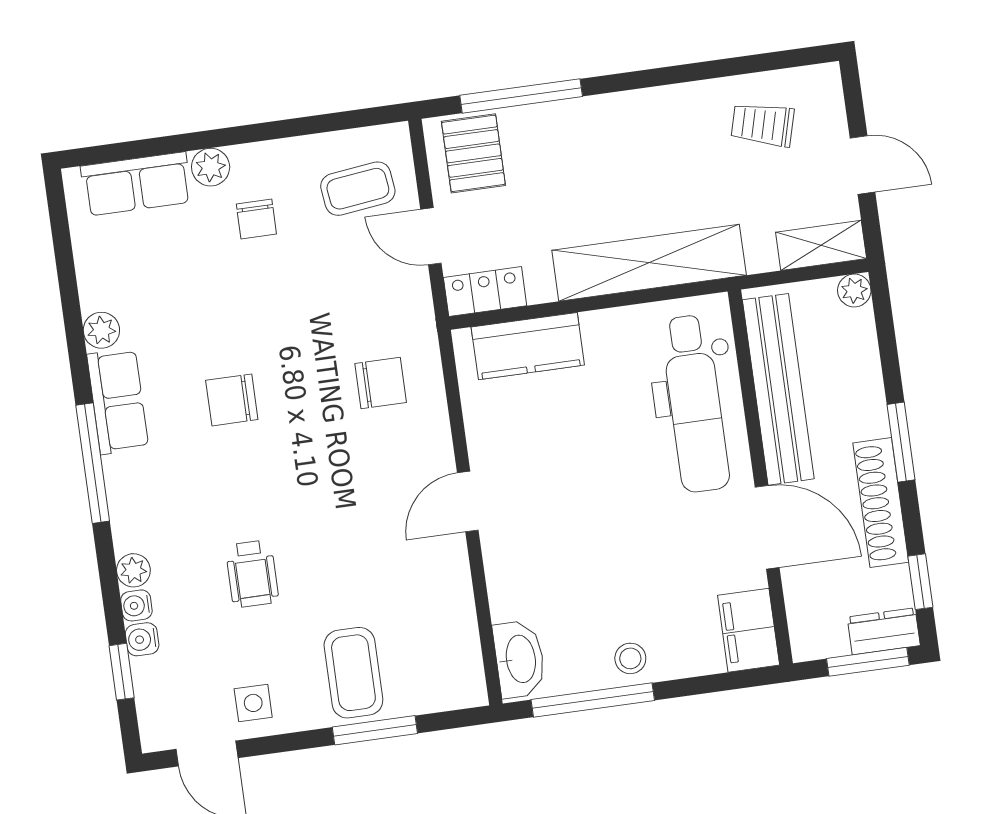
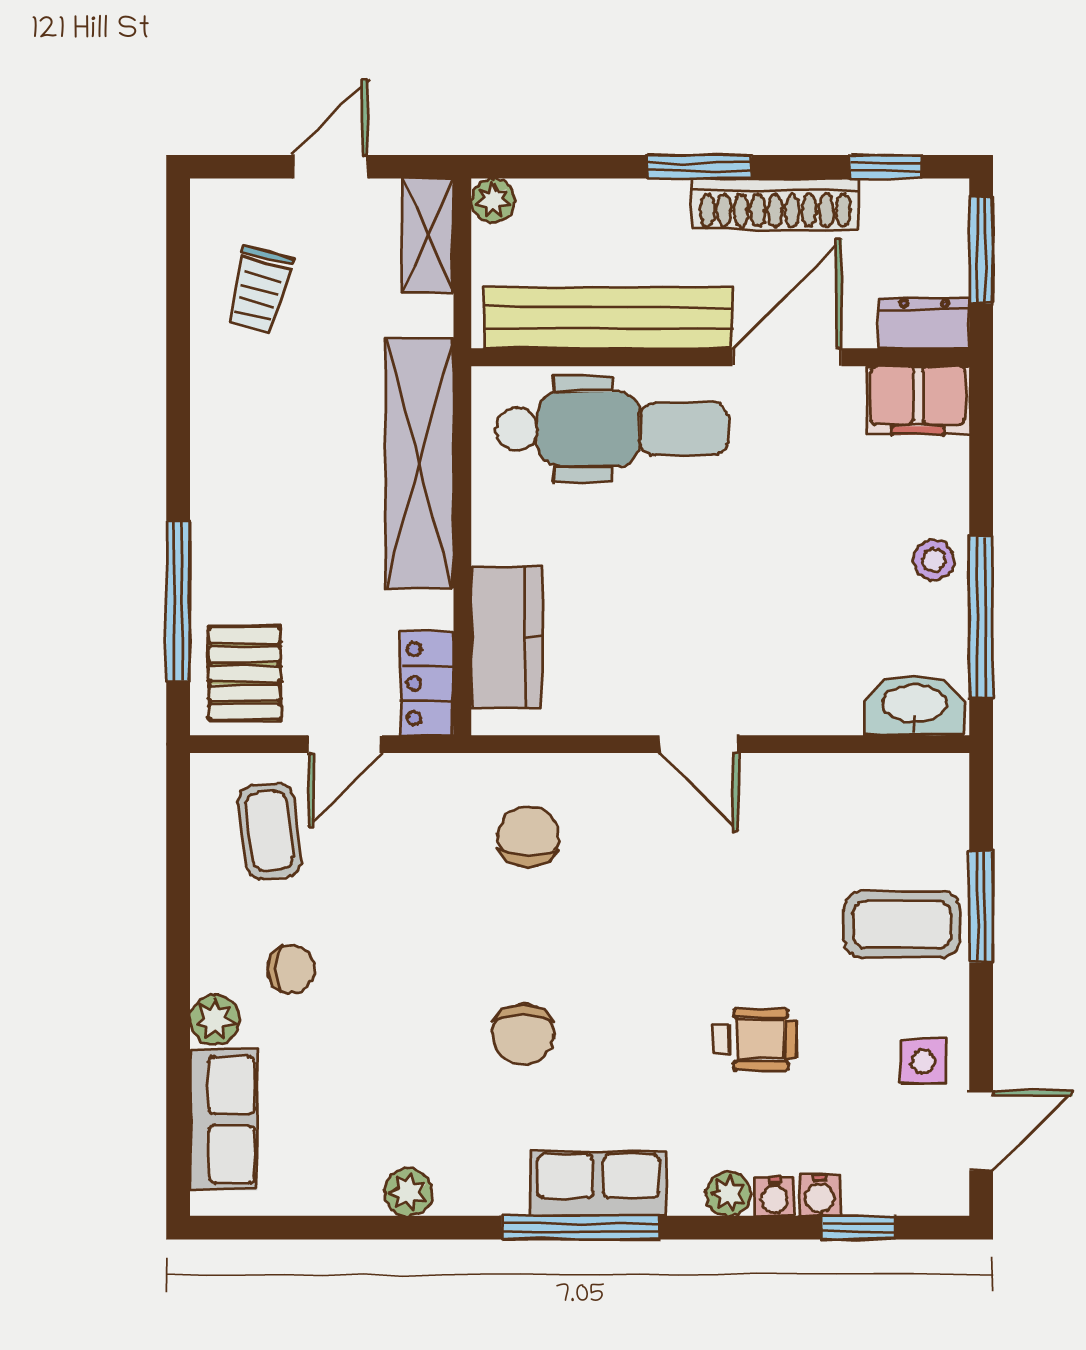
pallet: (473, 153) -> (245, 674), turned 90
row of seats: (118, 401) -> (598, 1184), moved
dresser: (884, 631) -> (924, 323), moved, turned 90

